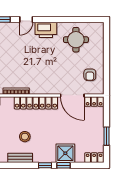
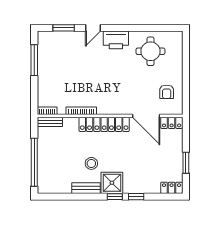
shower: (65, 153) -> (112, 183), moved

